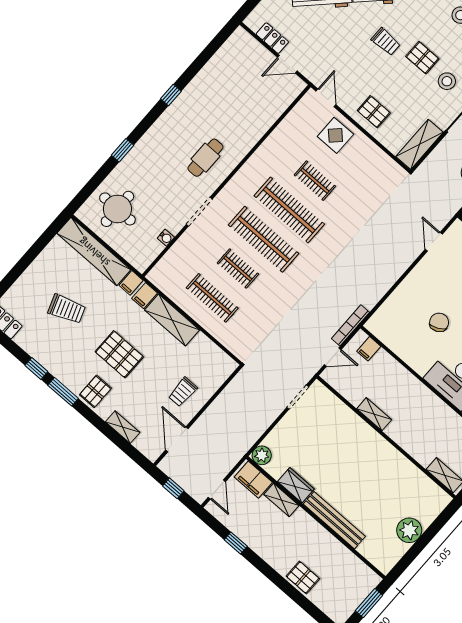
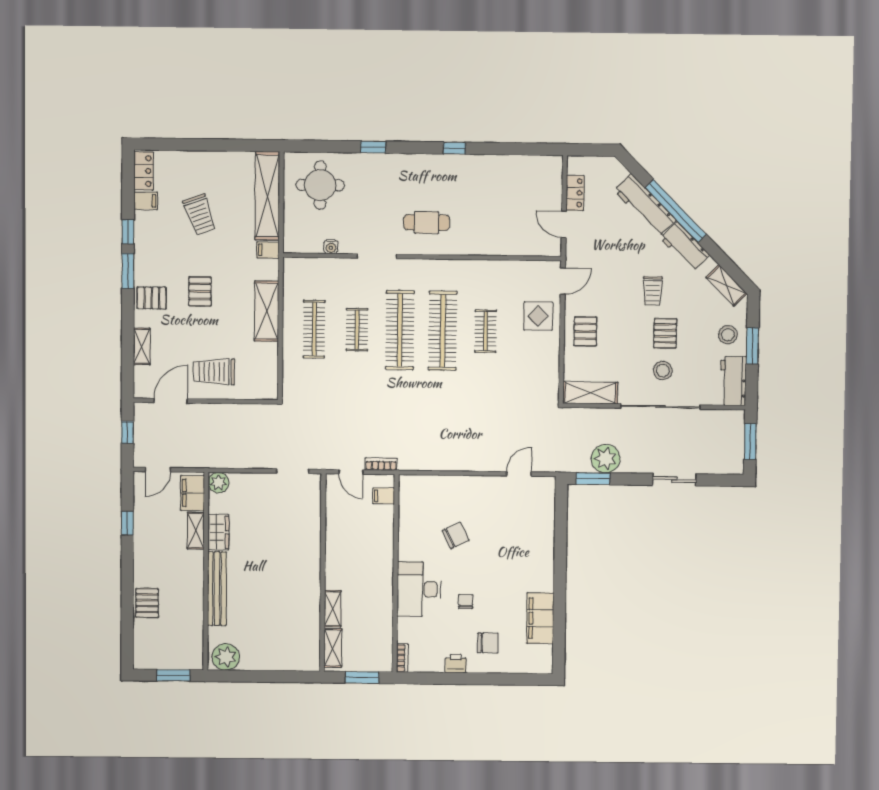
filing cabinet: (145, 296) -> (146, 201), moved, turned 180
bookcase: (350, 325) -> (381, 464), width x0.64
pallet: (119, 354) -> (200, 291), width x0.67, depth x0.71
trolley: (183, 392) -> (214, 372), width x1.36, depth x1.39
shelving: (374, 414) -> (333, 609), moved
plant: (409, 530) -> (226, 657), moved

